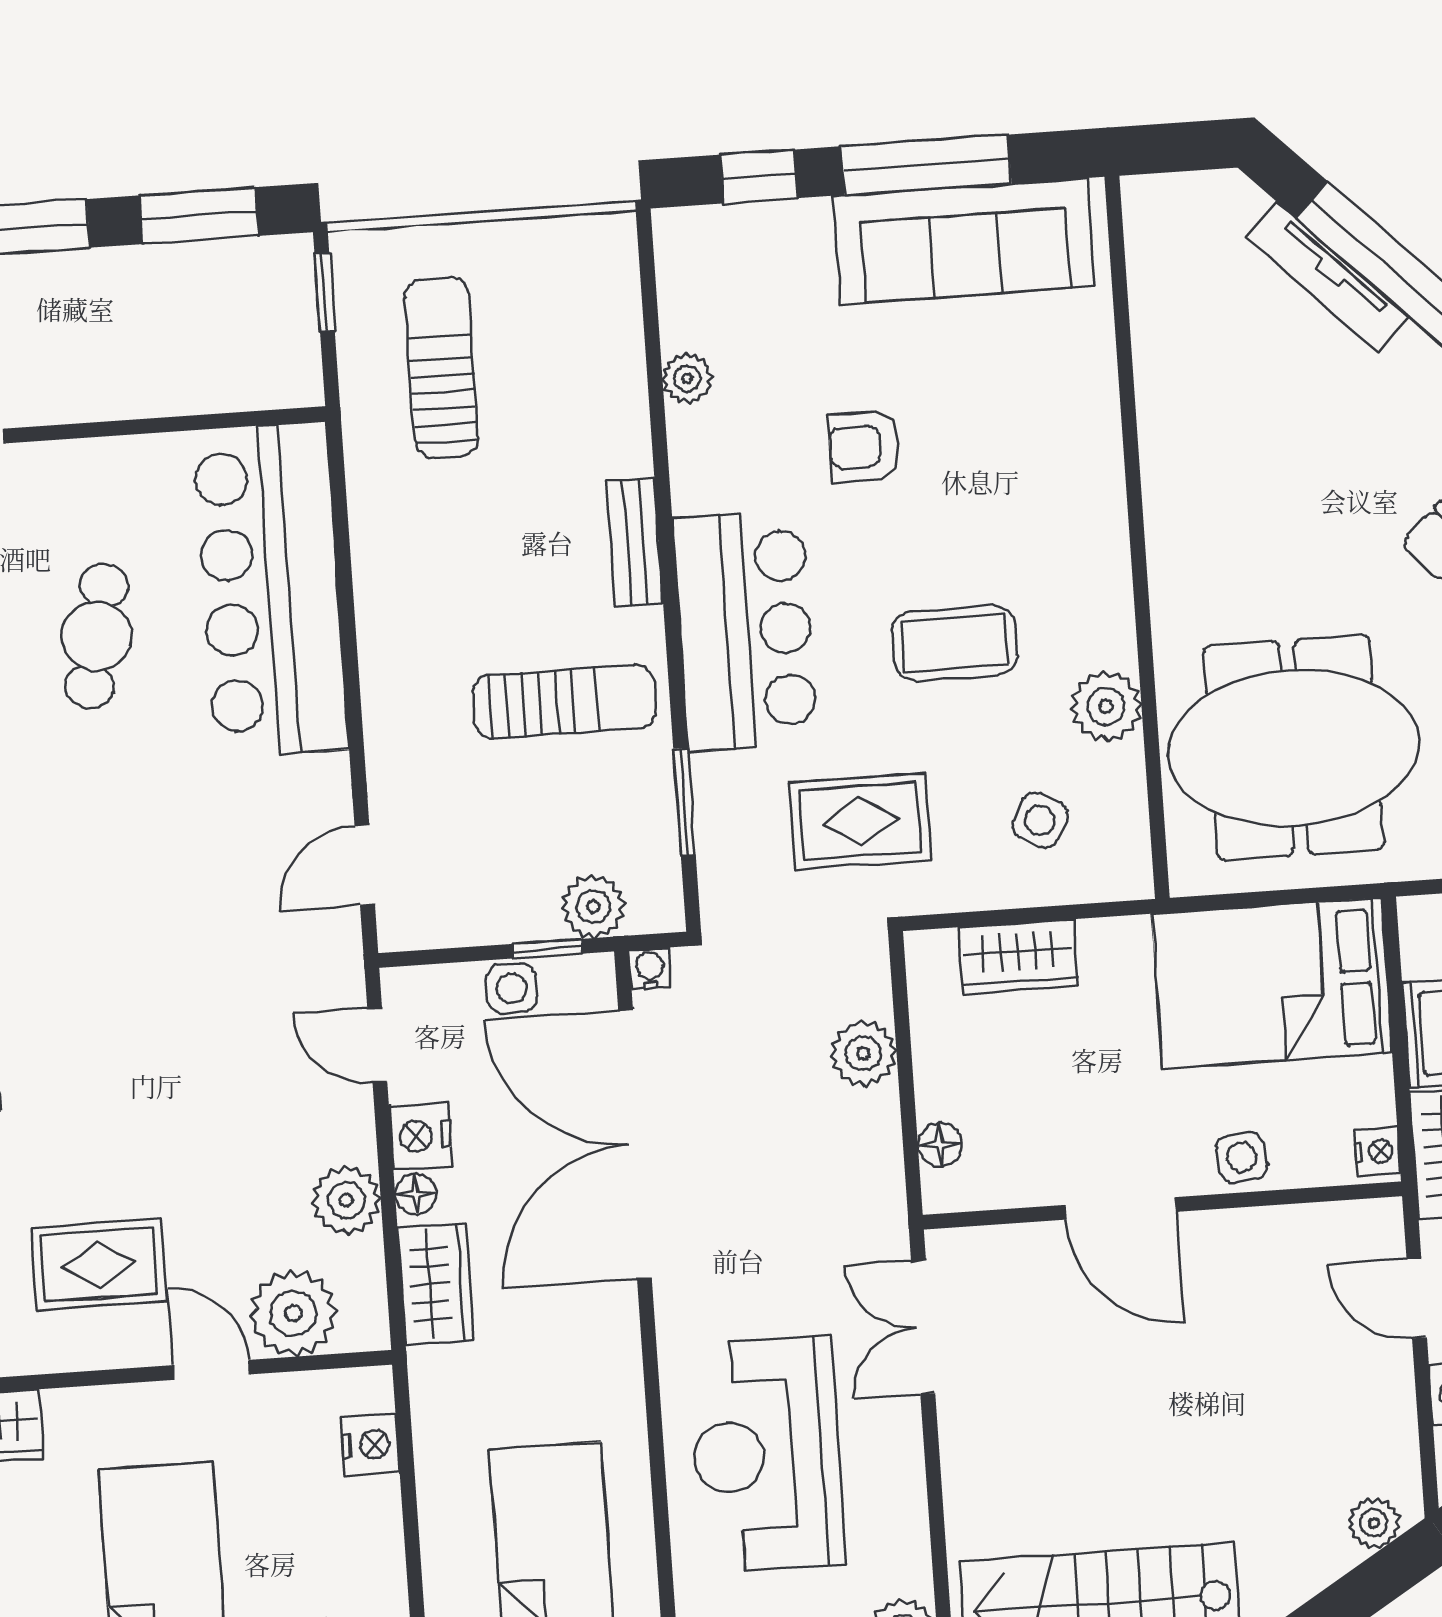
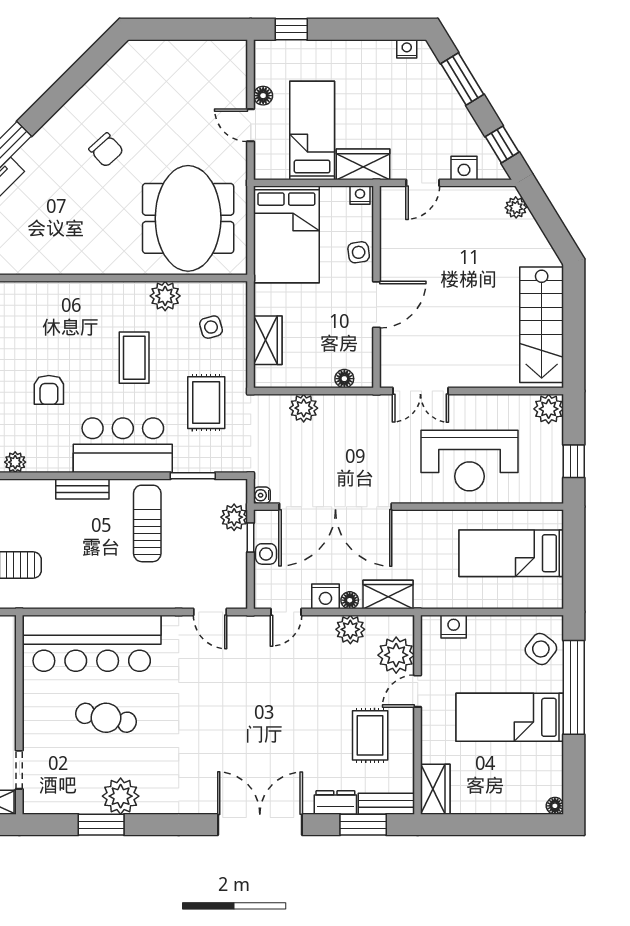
side table: (1040, 820) -> (211, 327), turned 45

